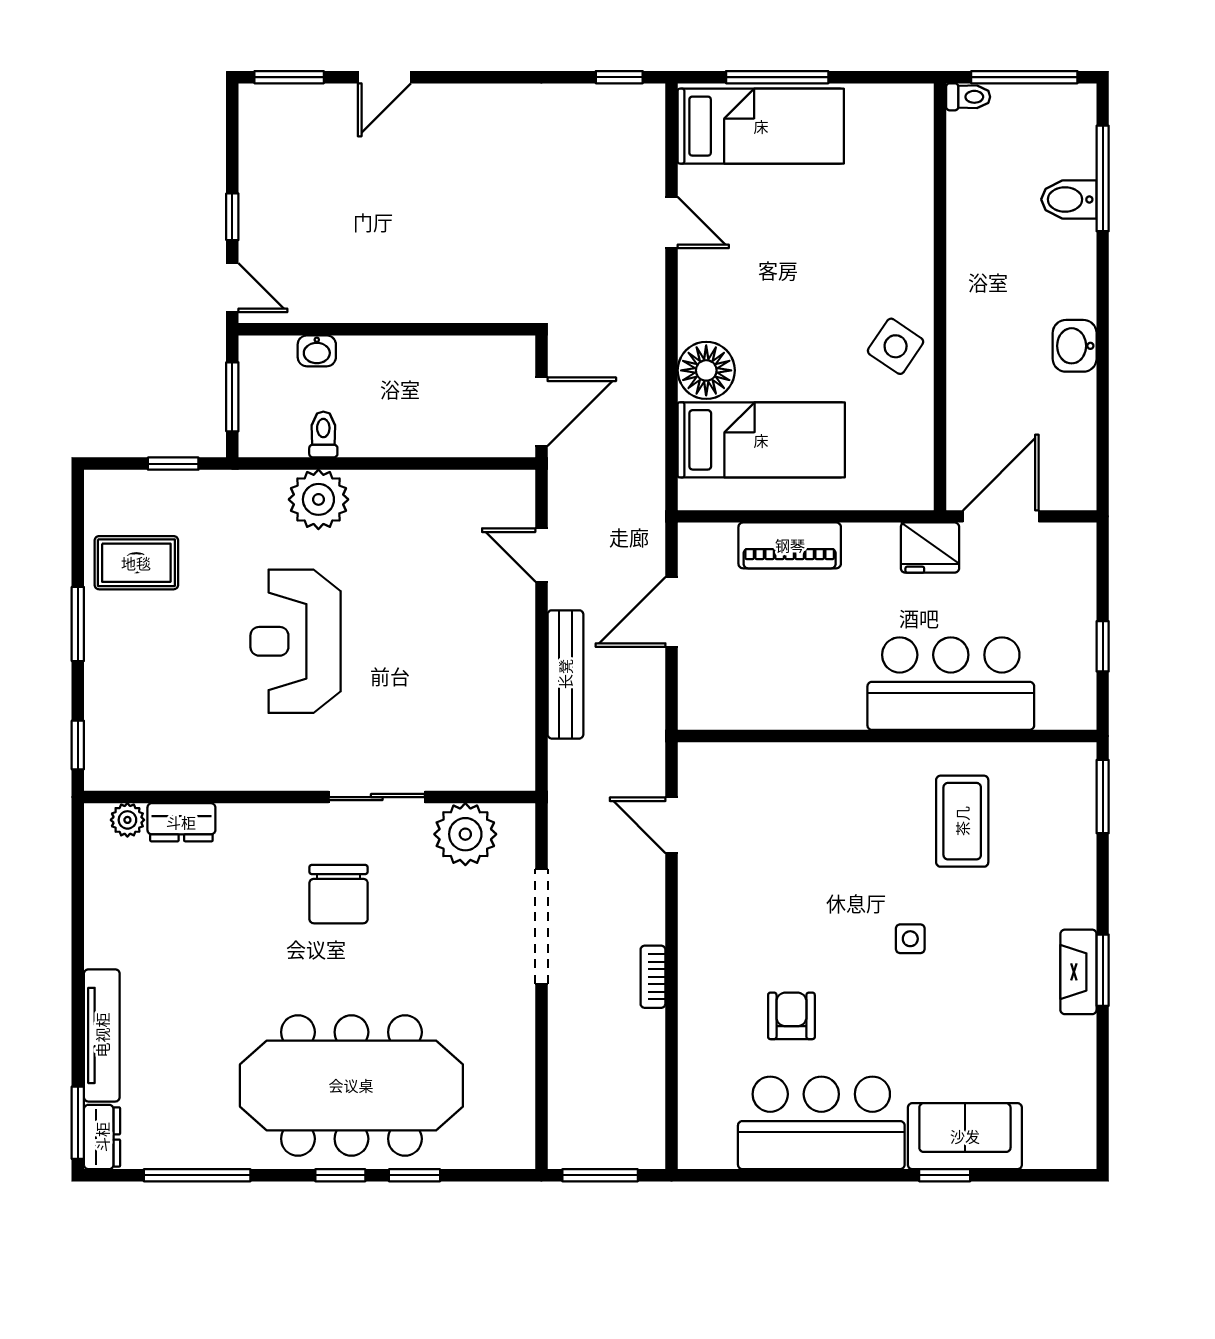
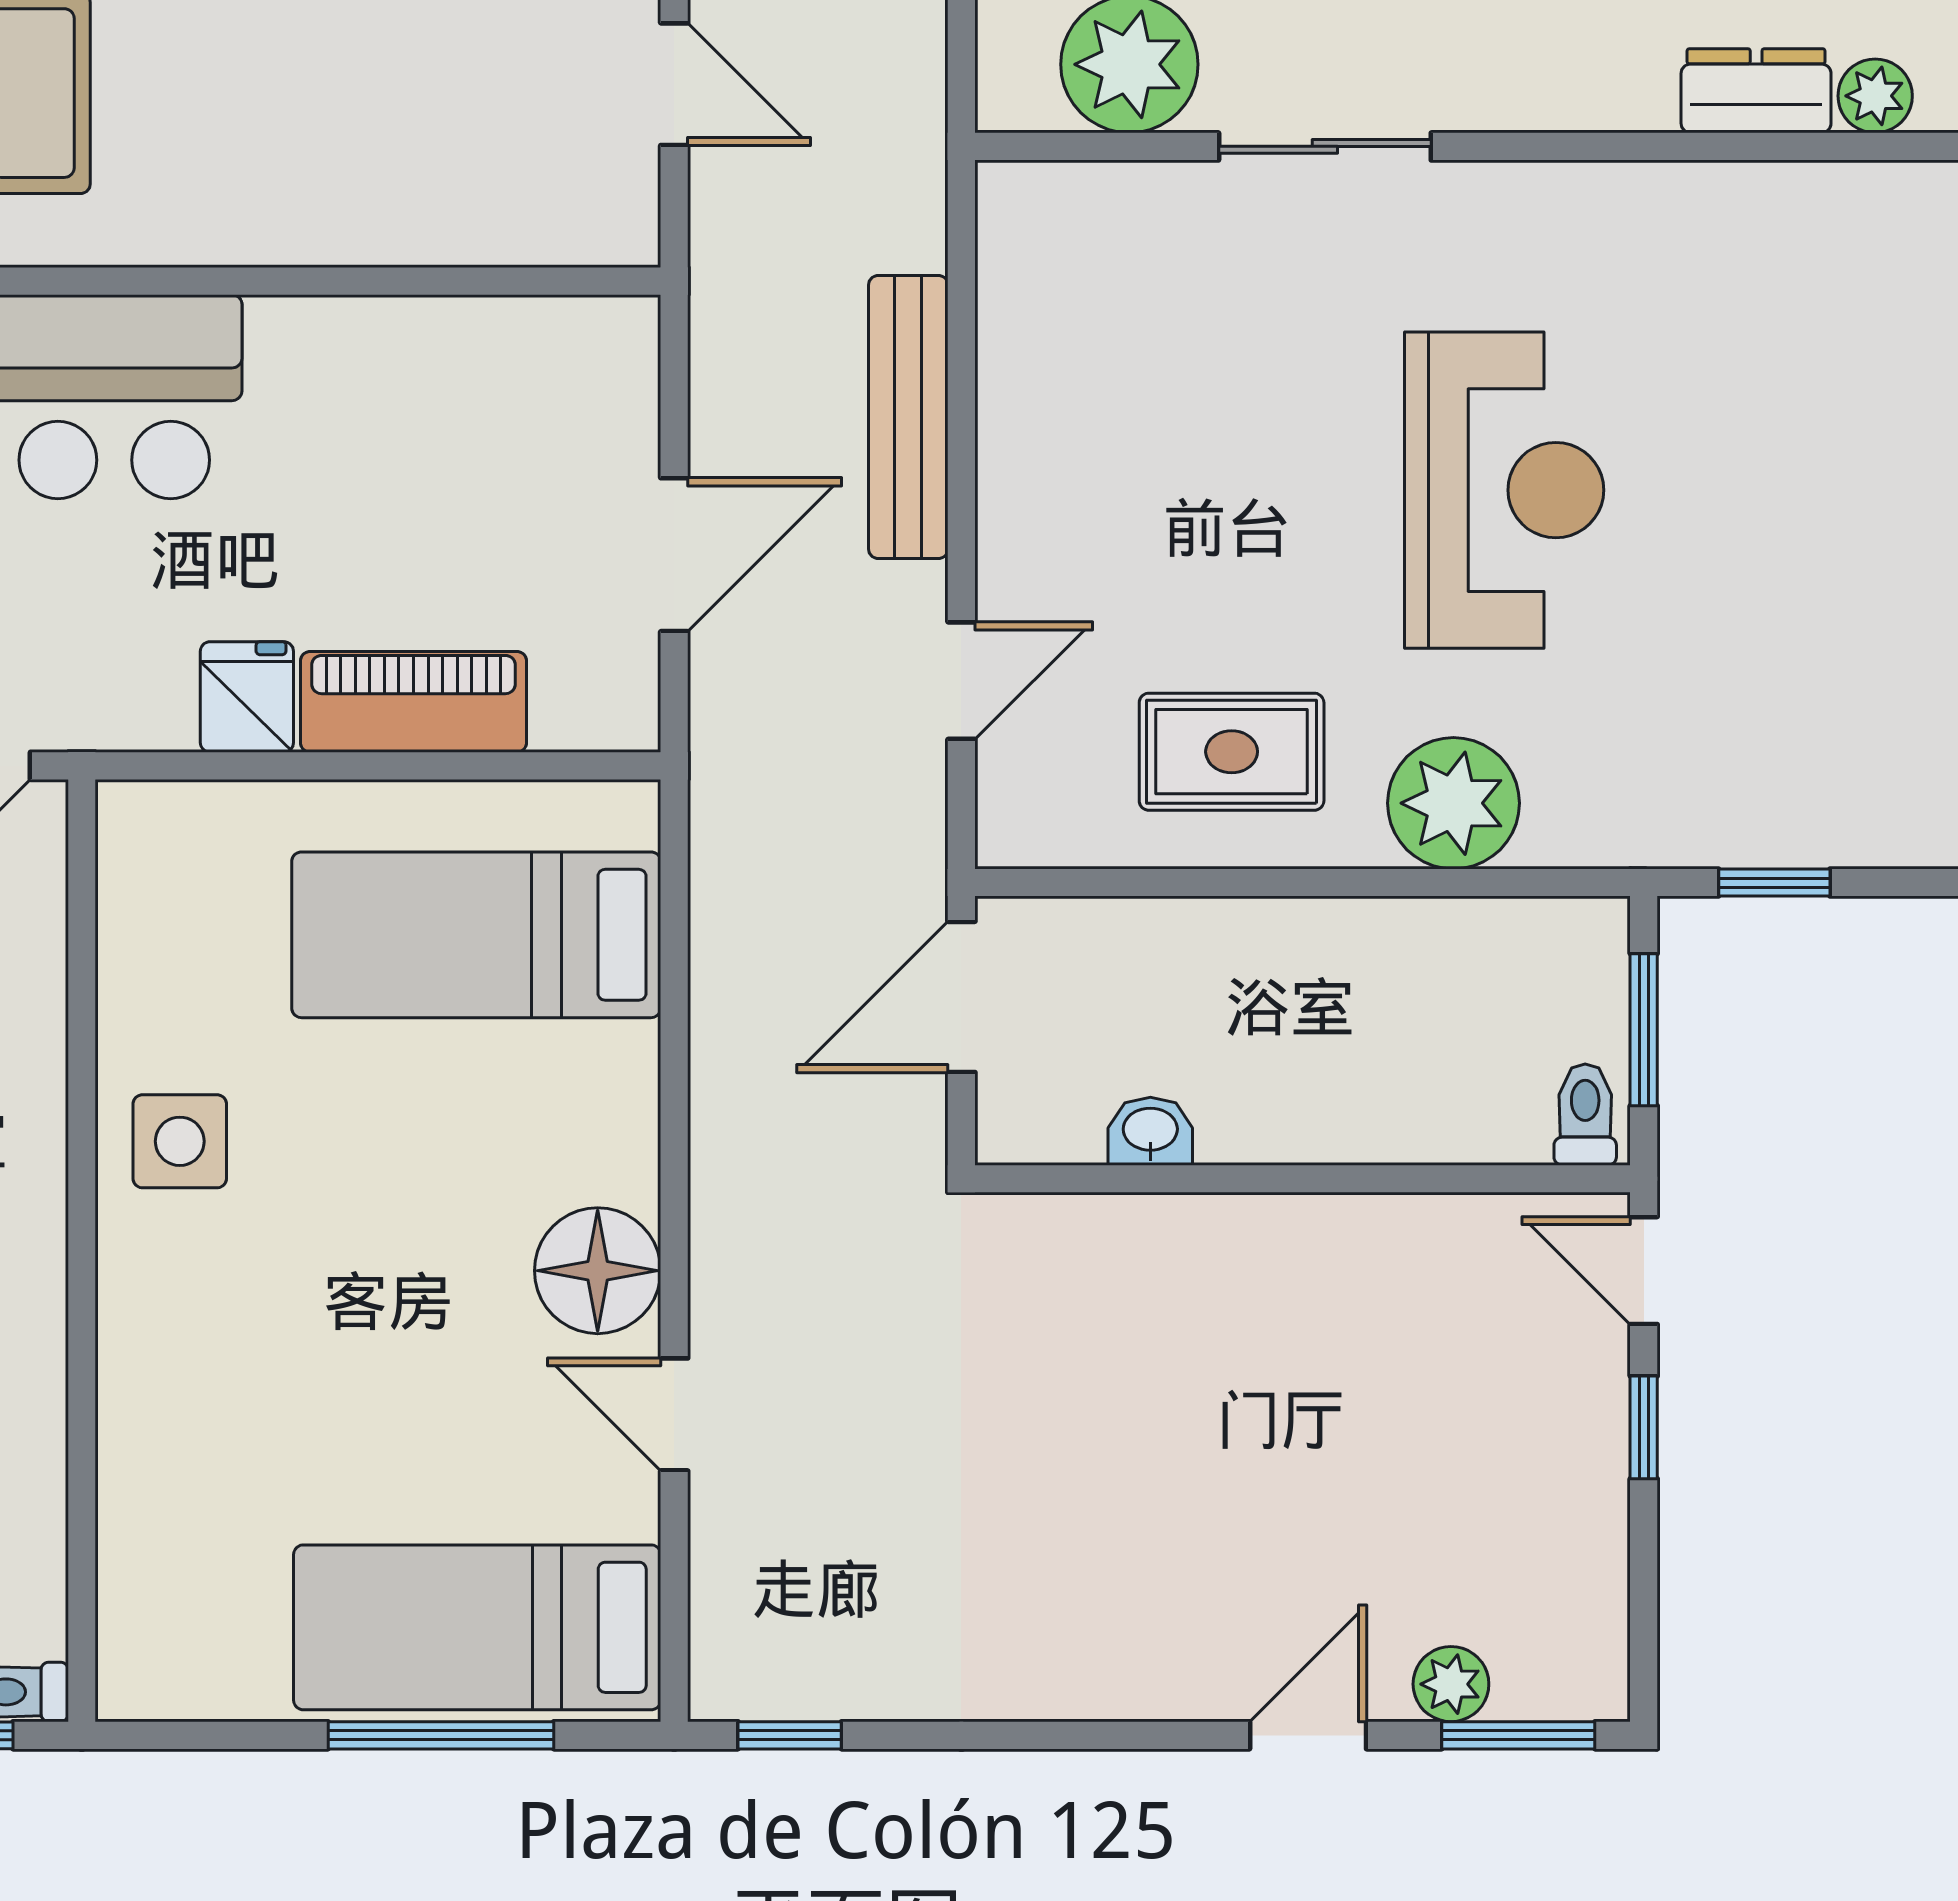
plant: (320, 100) -> (1451, 1684), added
side table: (896, 346) -> (180, 1141), turned -34
washbasin: (317, 351) -> (1150, 1131), moved
floor lamp: (706, 370) -> (598, 1271), moved
toilet: (323, 434) -> (1585, 1115), moved, turned 180
fridge: (930, 548) -> (247, 697), moved, width x0.72
door: (541, 555) -> (961, 681), hinge flipped
rug: (136, 563) -> (1232, 752), moved

